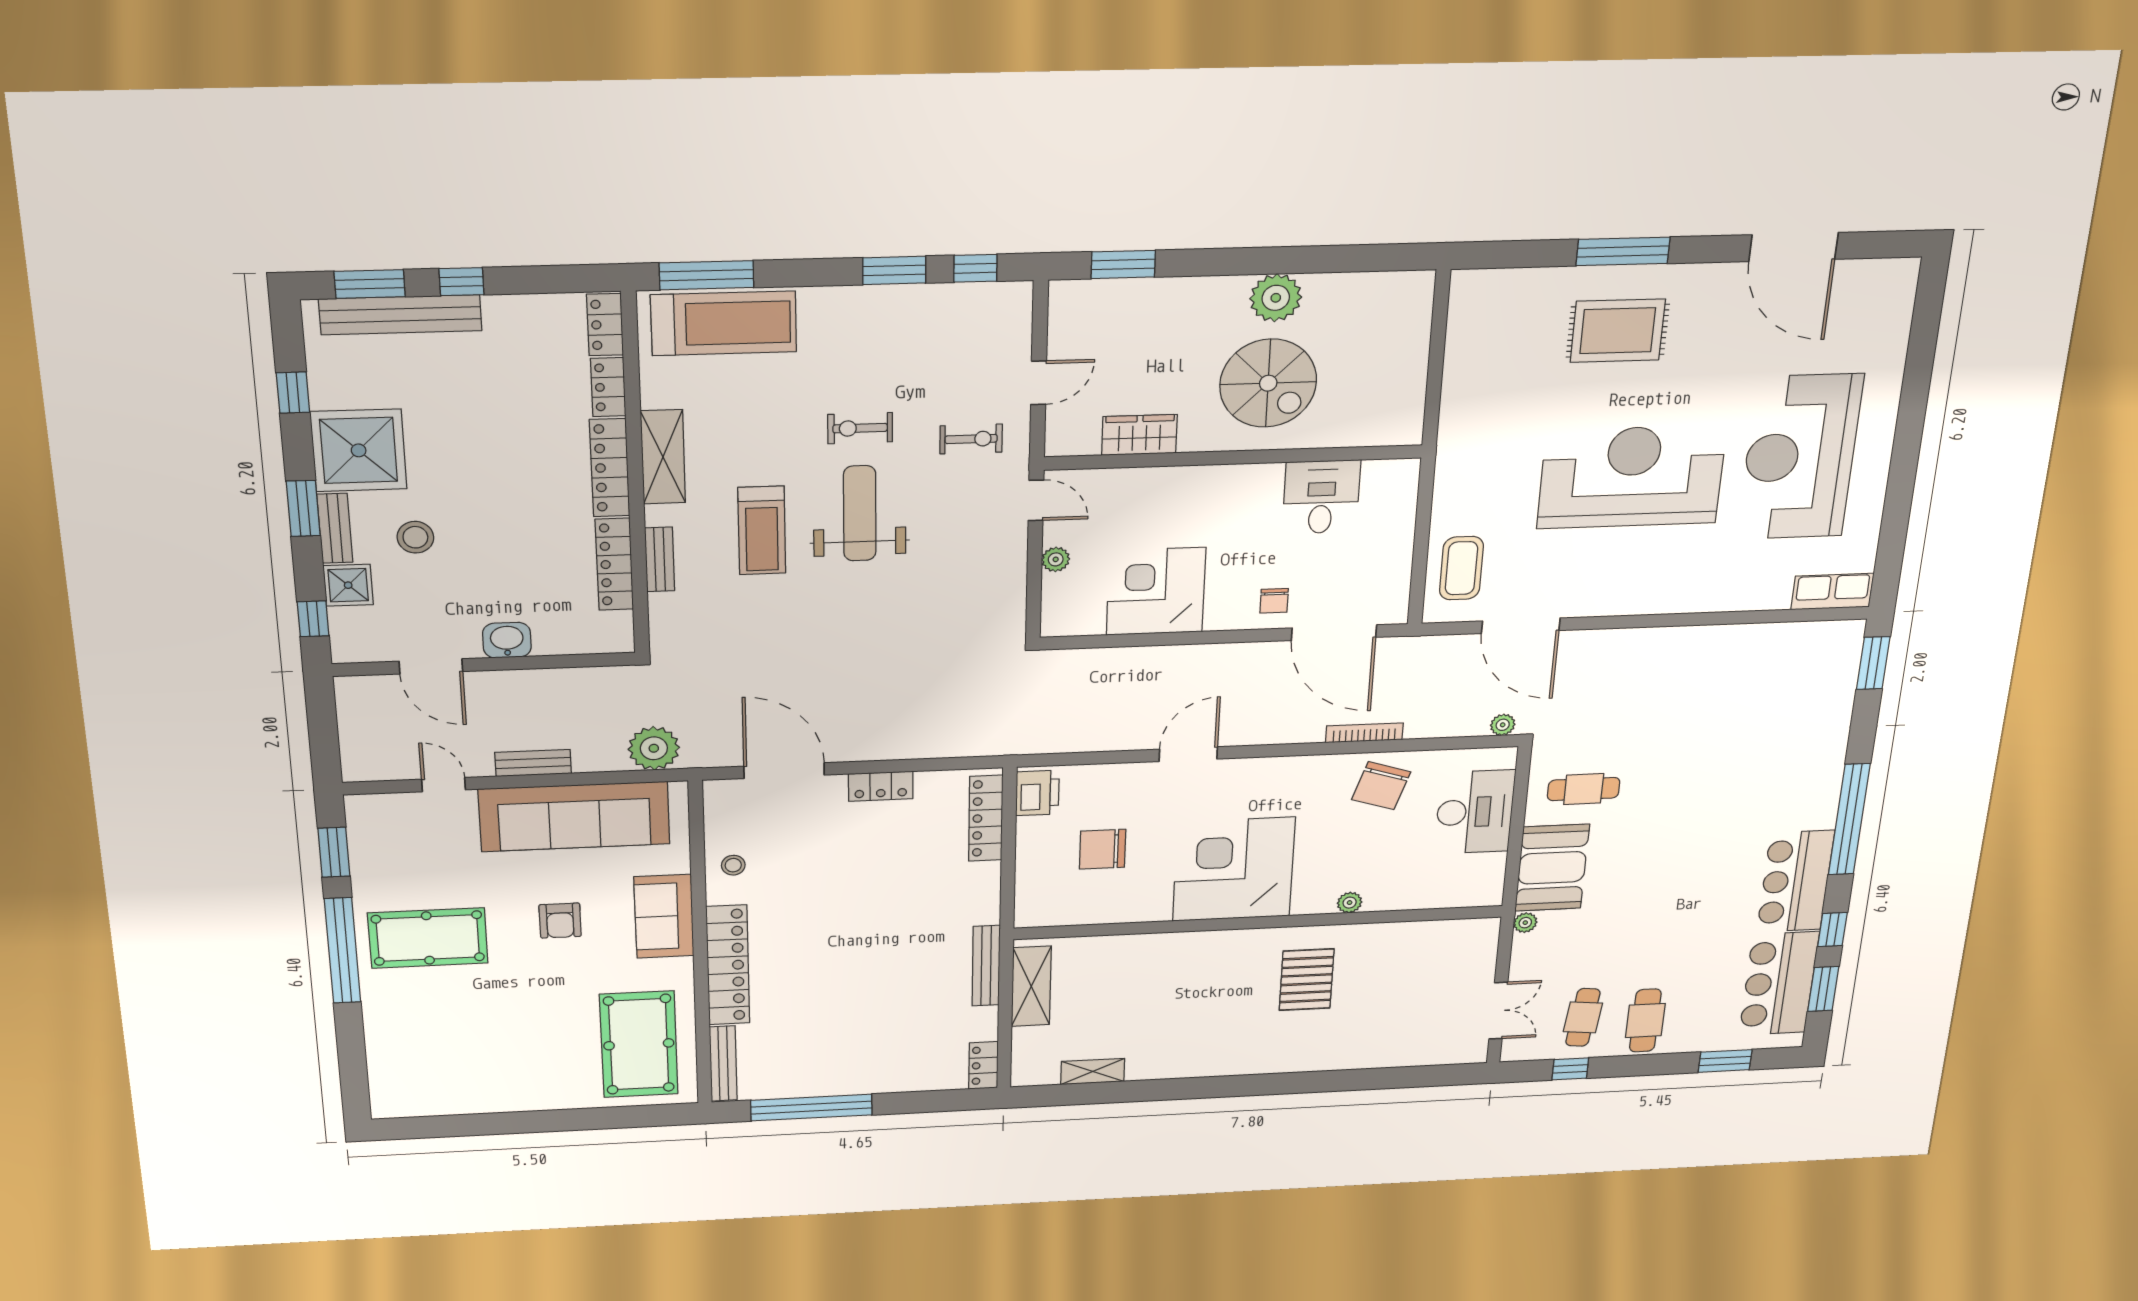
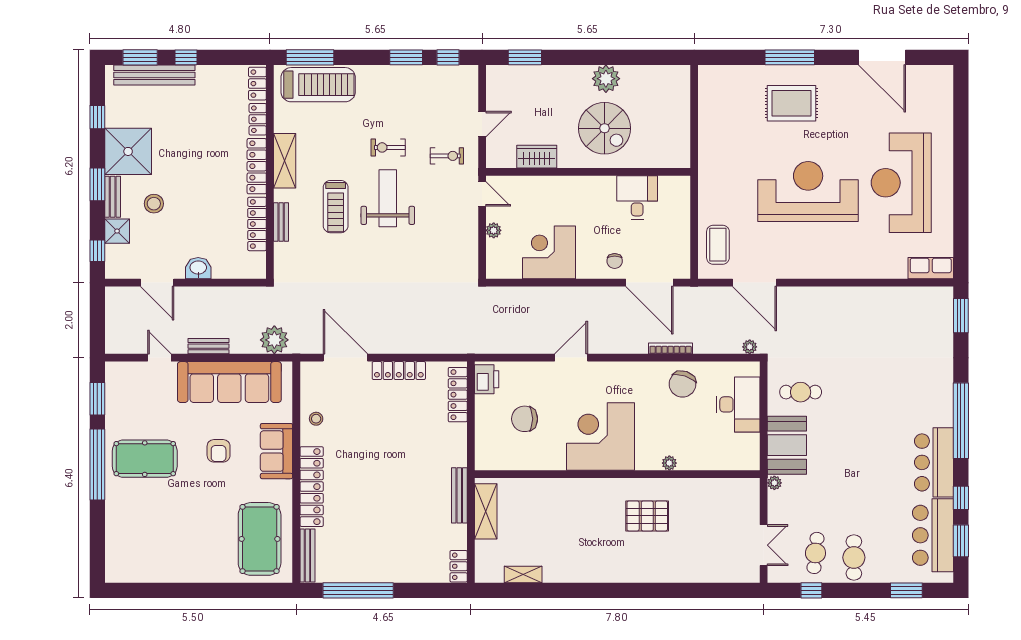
locker: (881, 786) -> (399, 371), width x1.53
pallet: (1307, 980) -> (647, 516), turned 90

